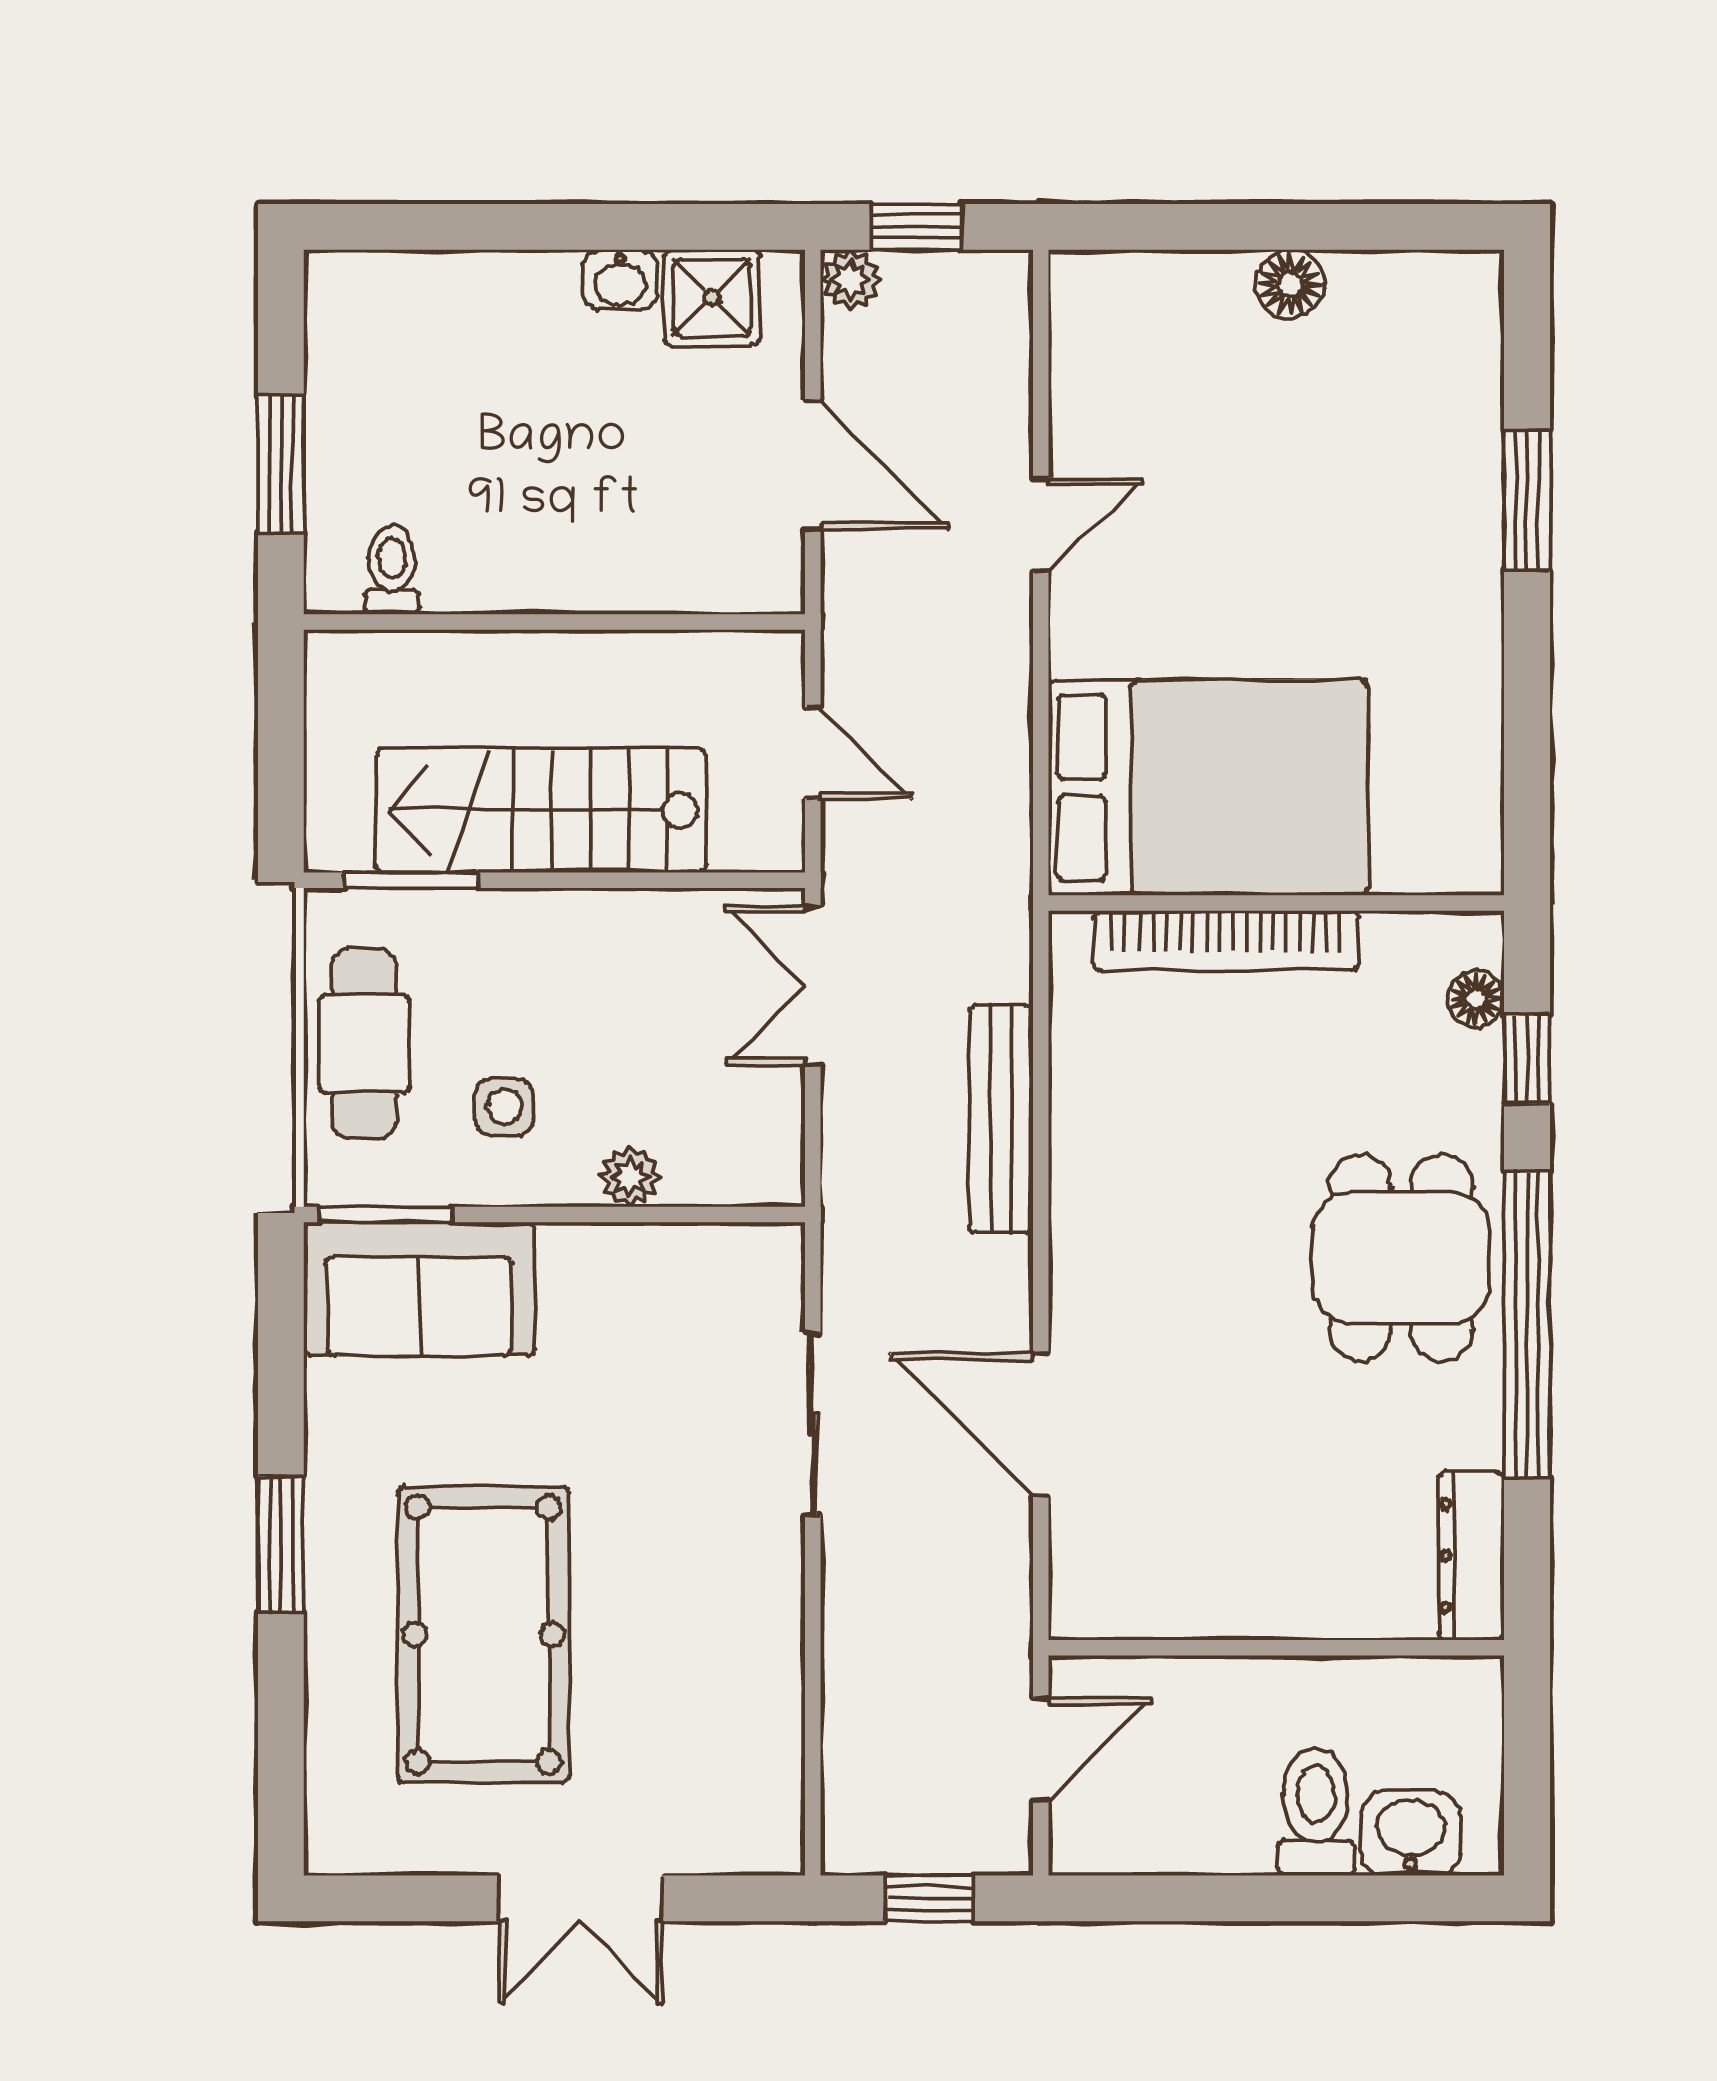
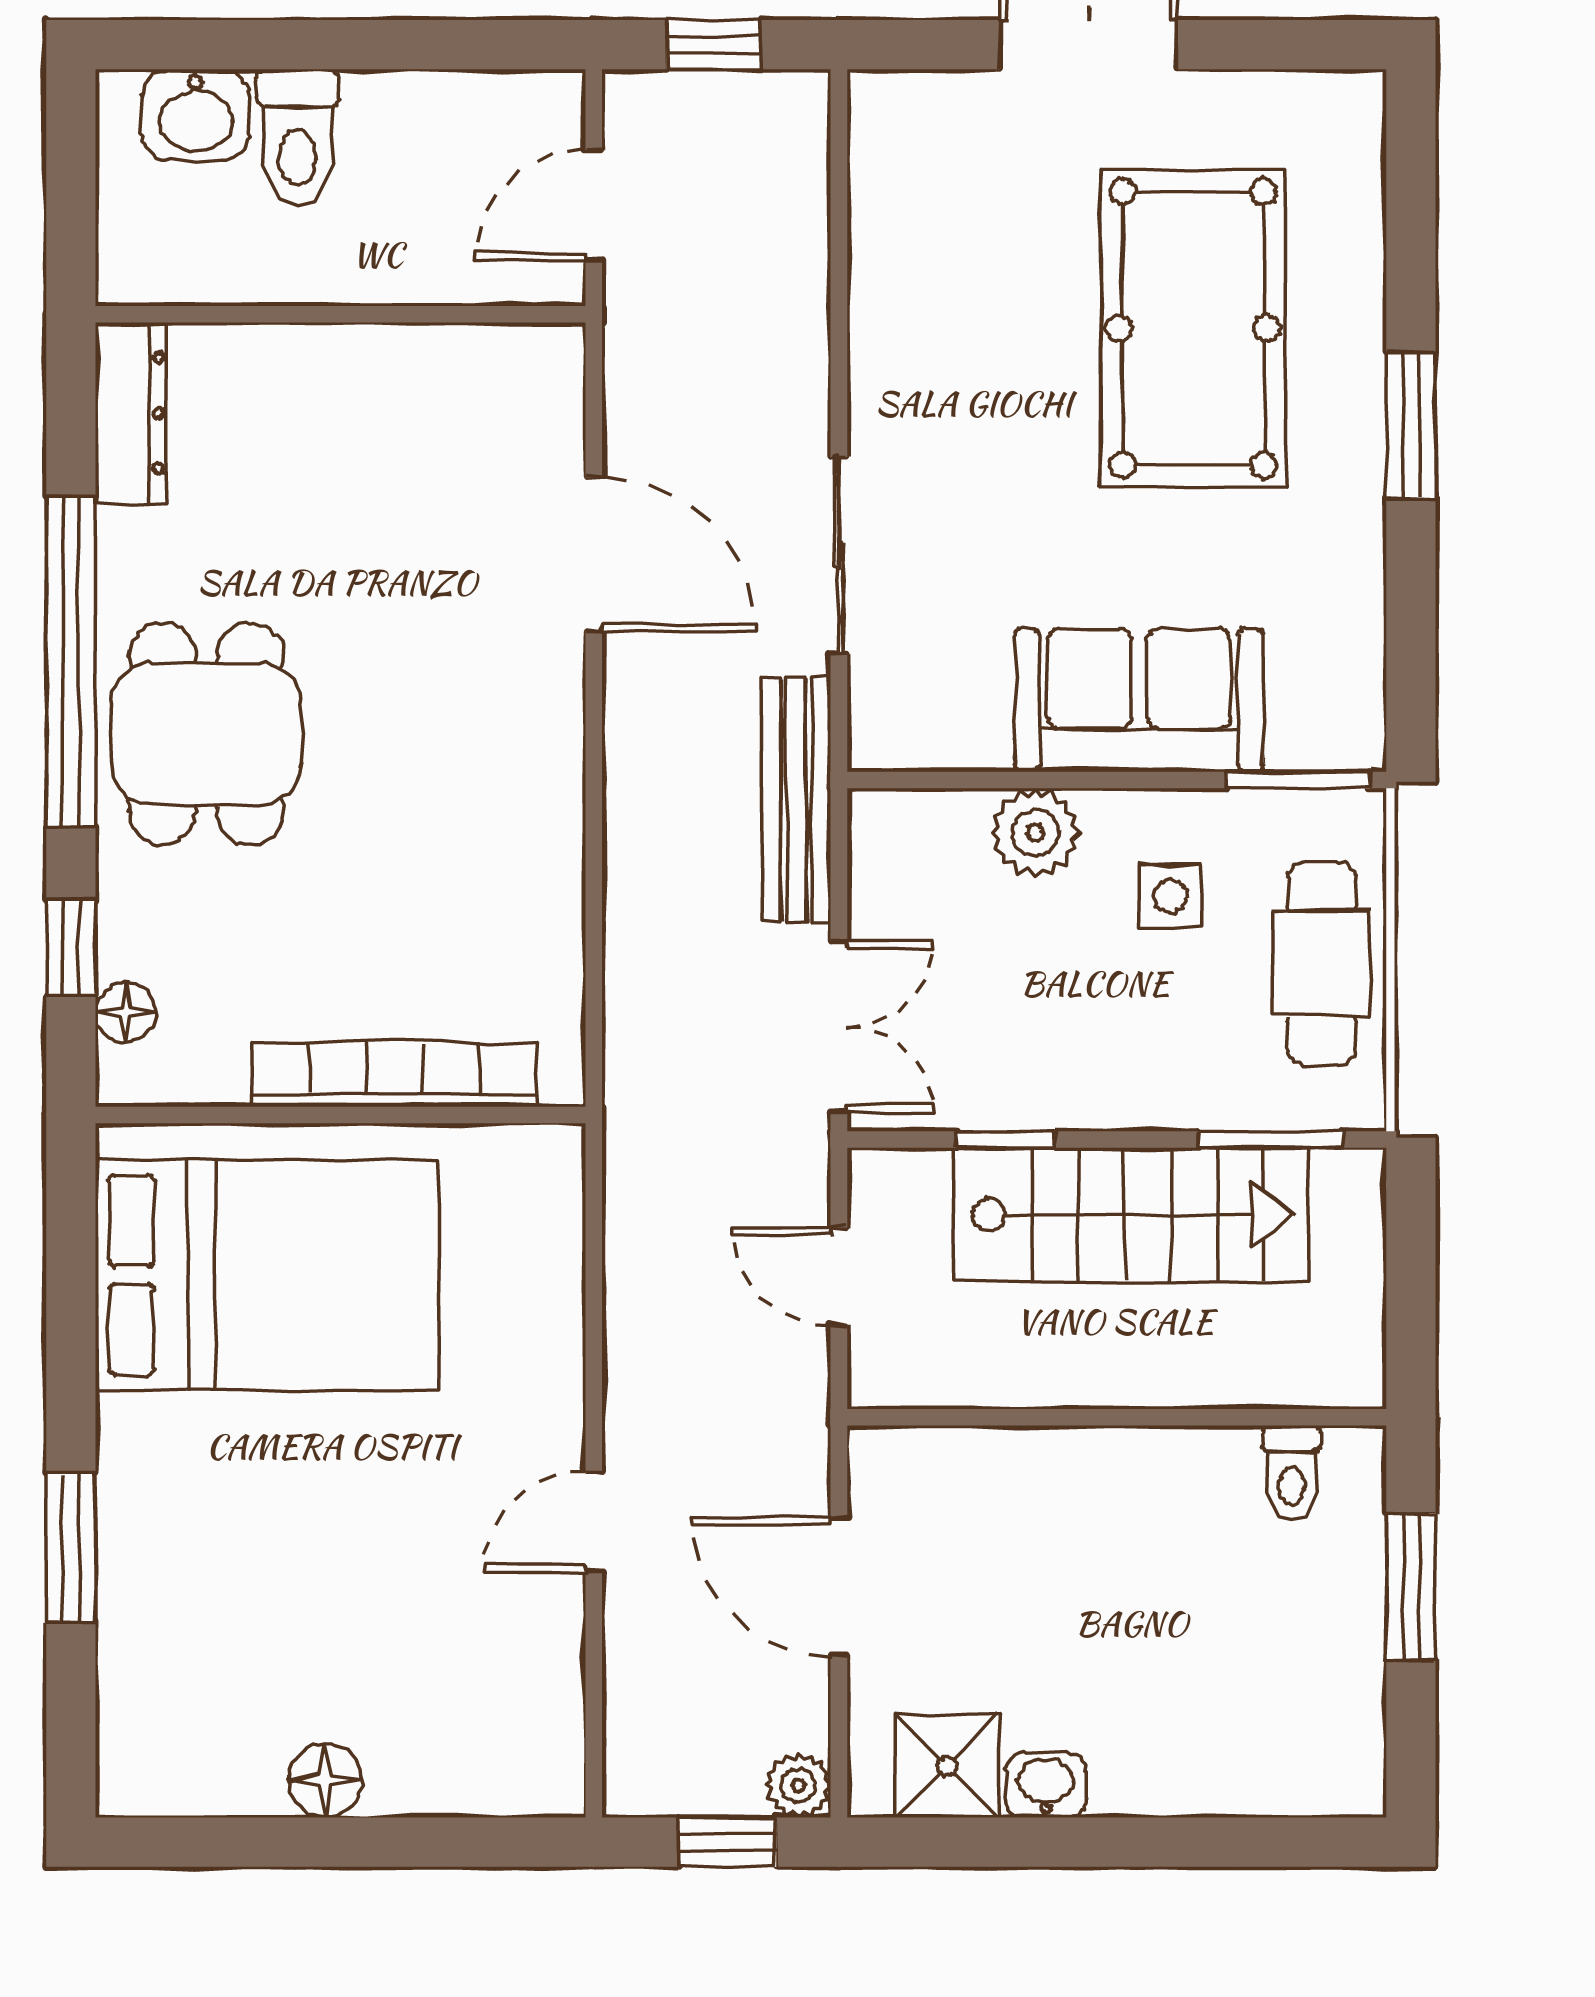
bed: (1208, 788) -> (267, 1275), moved, turned 180
window: (658, 880) -> (1005, 1139), added
bench: (1001, 1119) -> (796, 800), moved
plant: (630, 1177) -> (1035, 833), width x1.38, depth x1.38
sofa: (419, 1289) -> (1139, 700), moved

